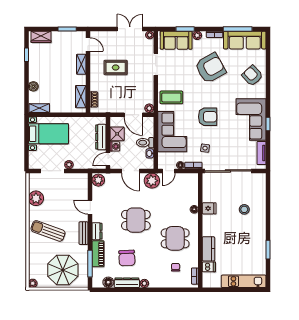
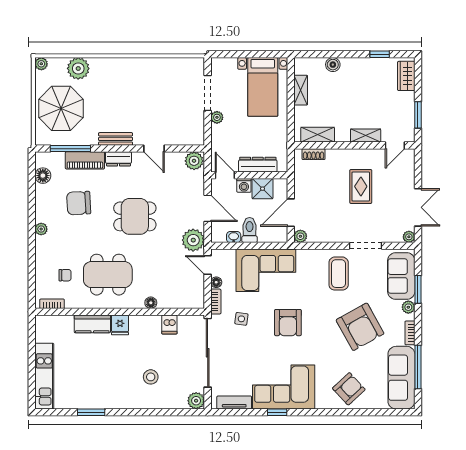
coffee table: (171, 97) -> (339, 274), moved
shelving: (39, 108) -> (301, 90), moved
door: (130, 171) -> (208, 208), swing flipped
plant: (260, 179) -> (196, 401), added
plant: (36, 198) -> (78, 68), moved
door: (90, 207) -> (154, 149), swing flipped
fridge: (209, 208) -> (120, 325), moved
dining table: (136, 220) -> (135, 216), turned 90
sun lounger: (48, 231) -> (119, 86), removed
dining table: (175, 238) -> (108, 275), width x1.38
dishwasher: (209, 267) -> (169, 325), moved
dresser: (127, 283) -> (42, 203), removed

